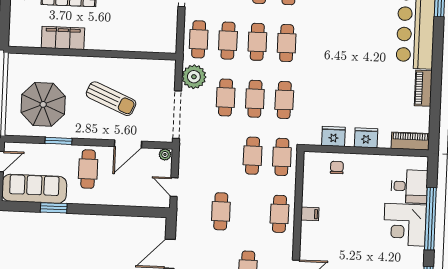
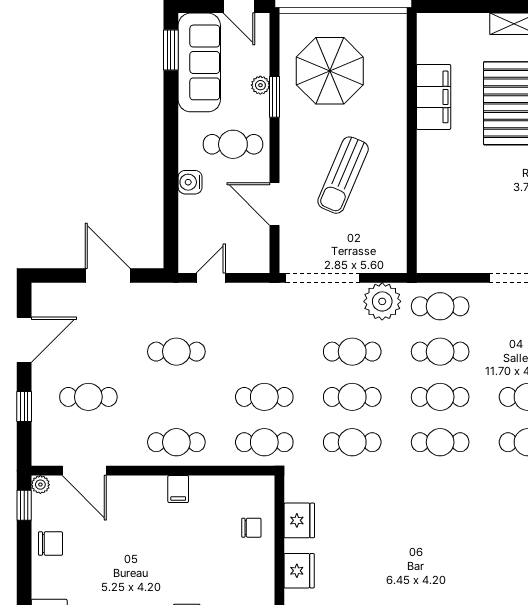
plant: (165, 154) -> (260, 85), moved
water cooler: (111, 198) -> (190, 182), added
window: (54, 208) -> (171, 50), moved

